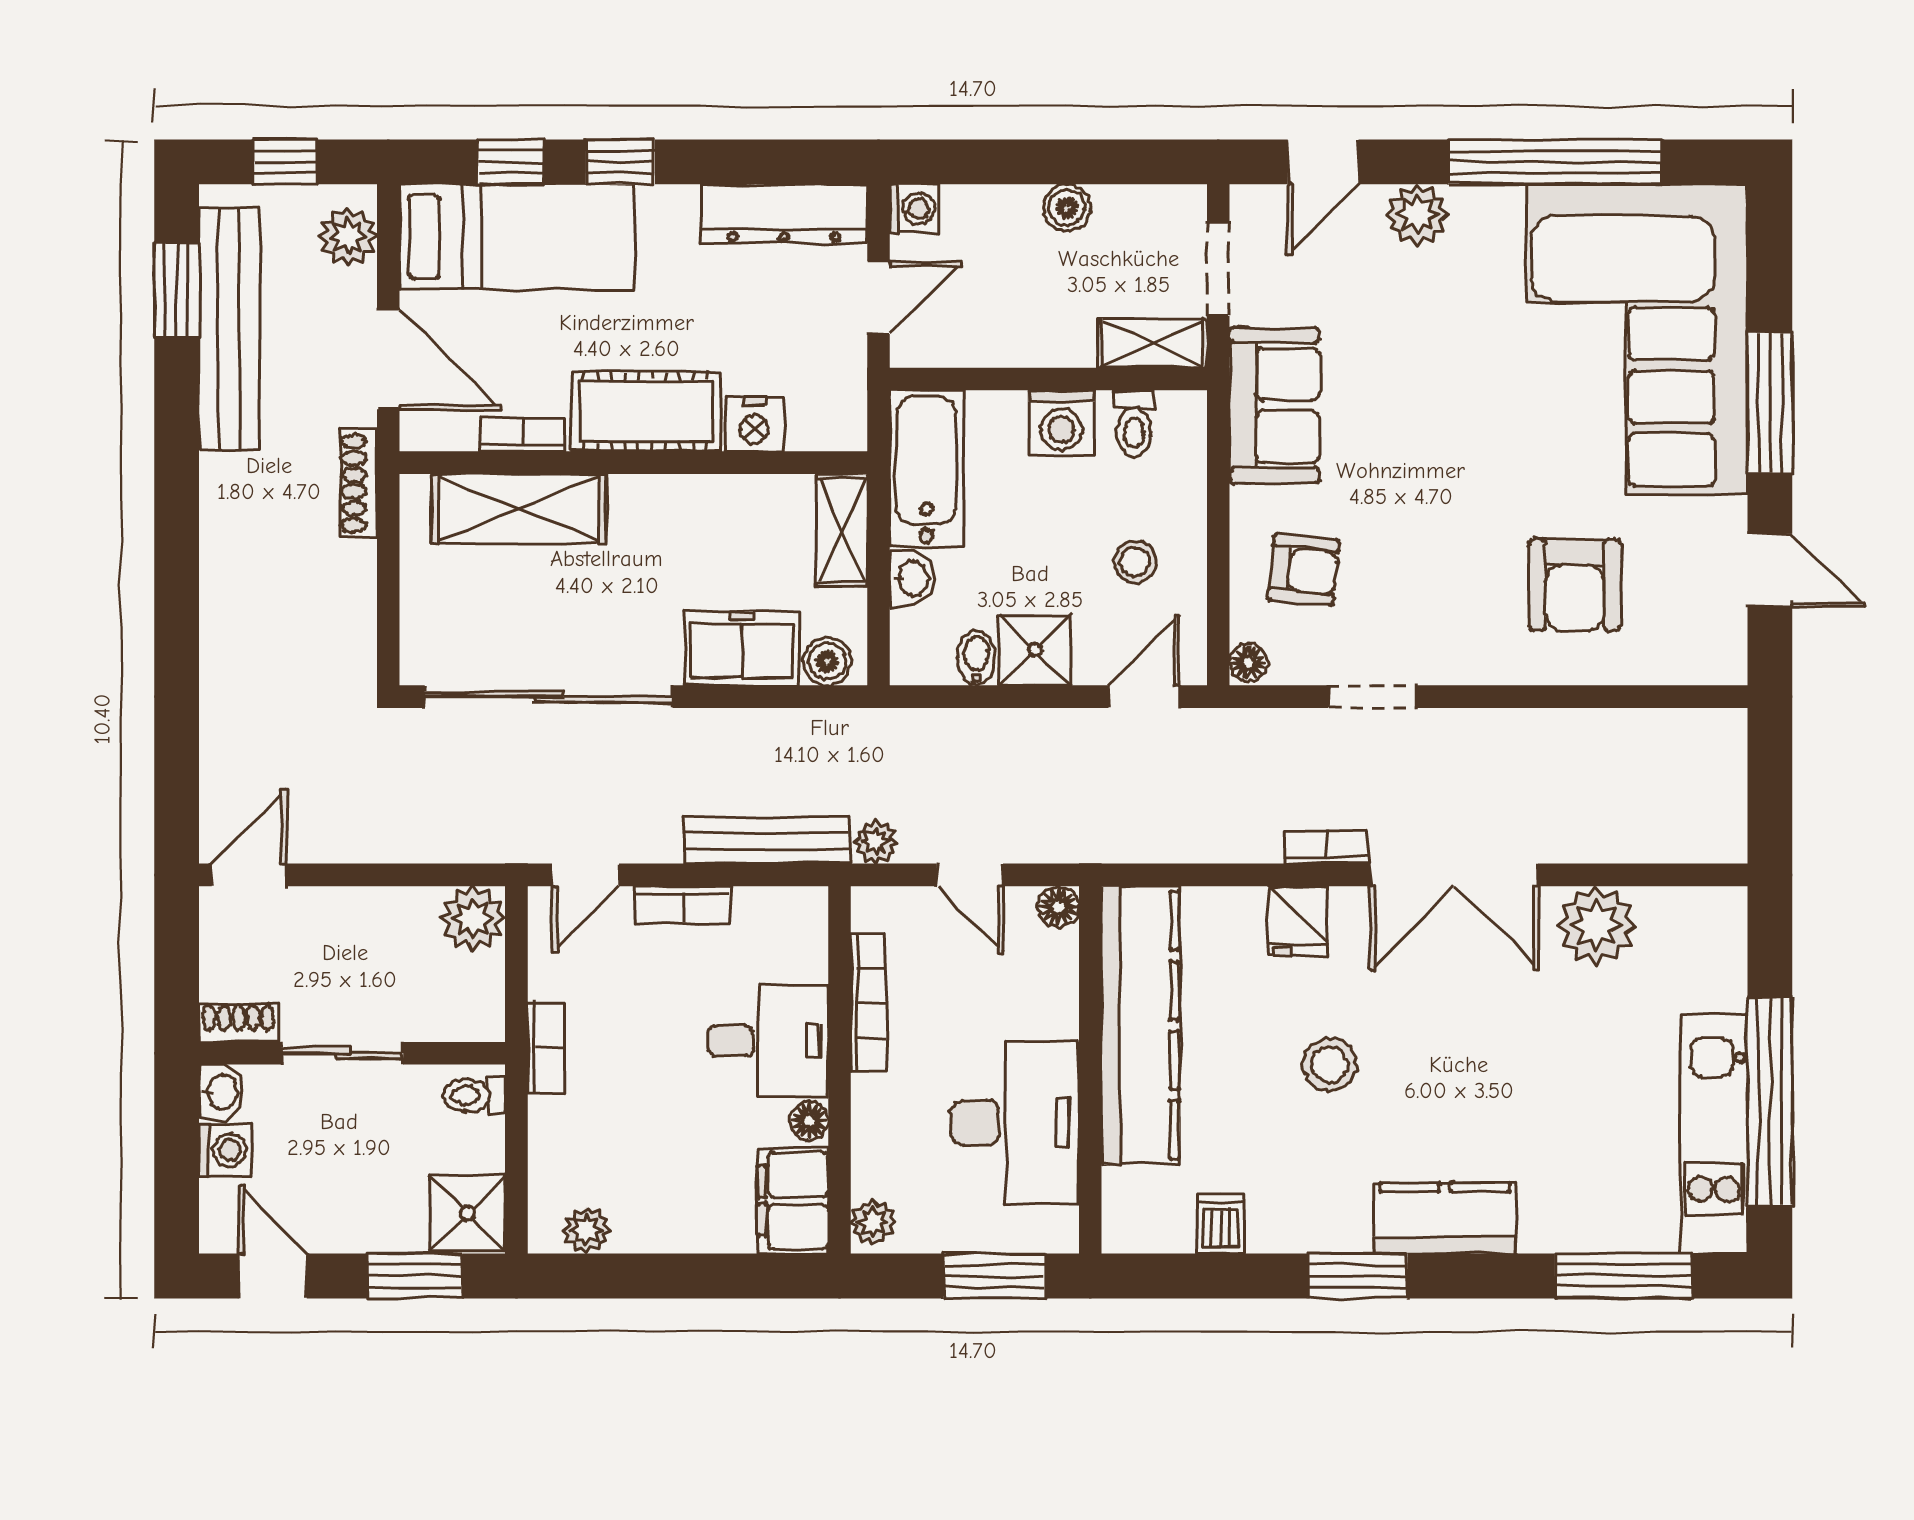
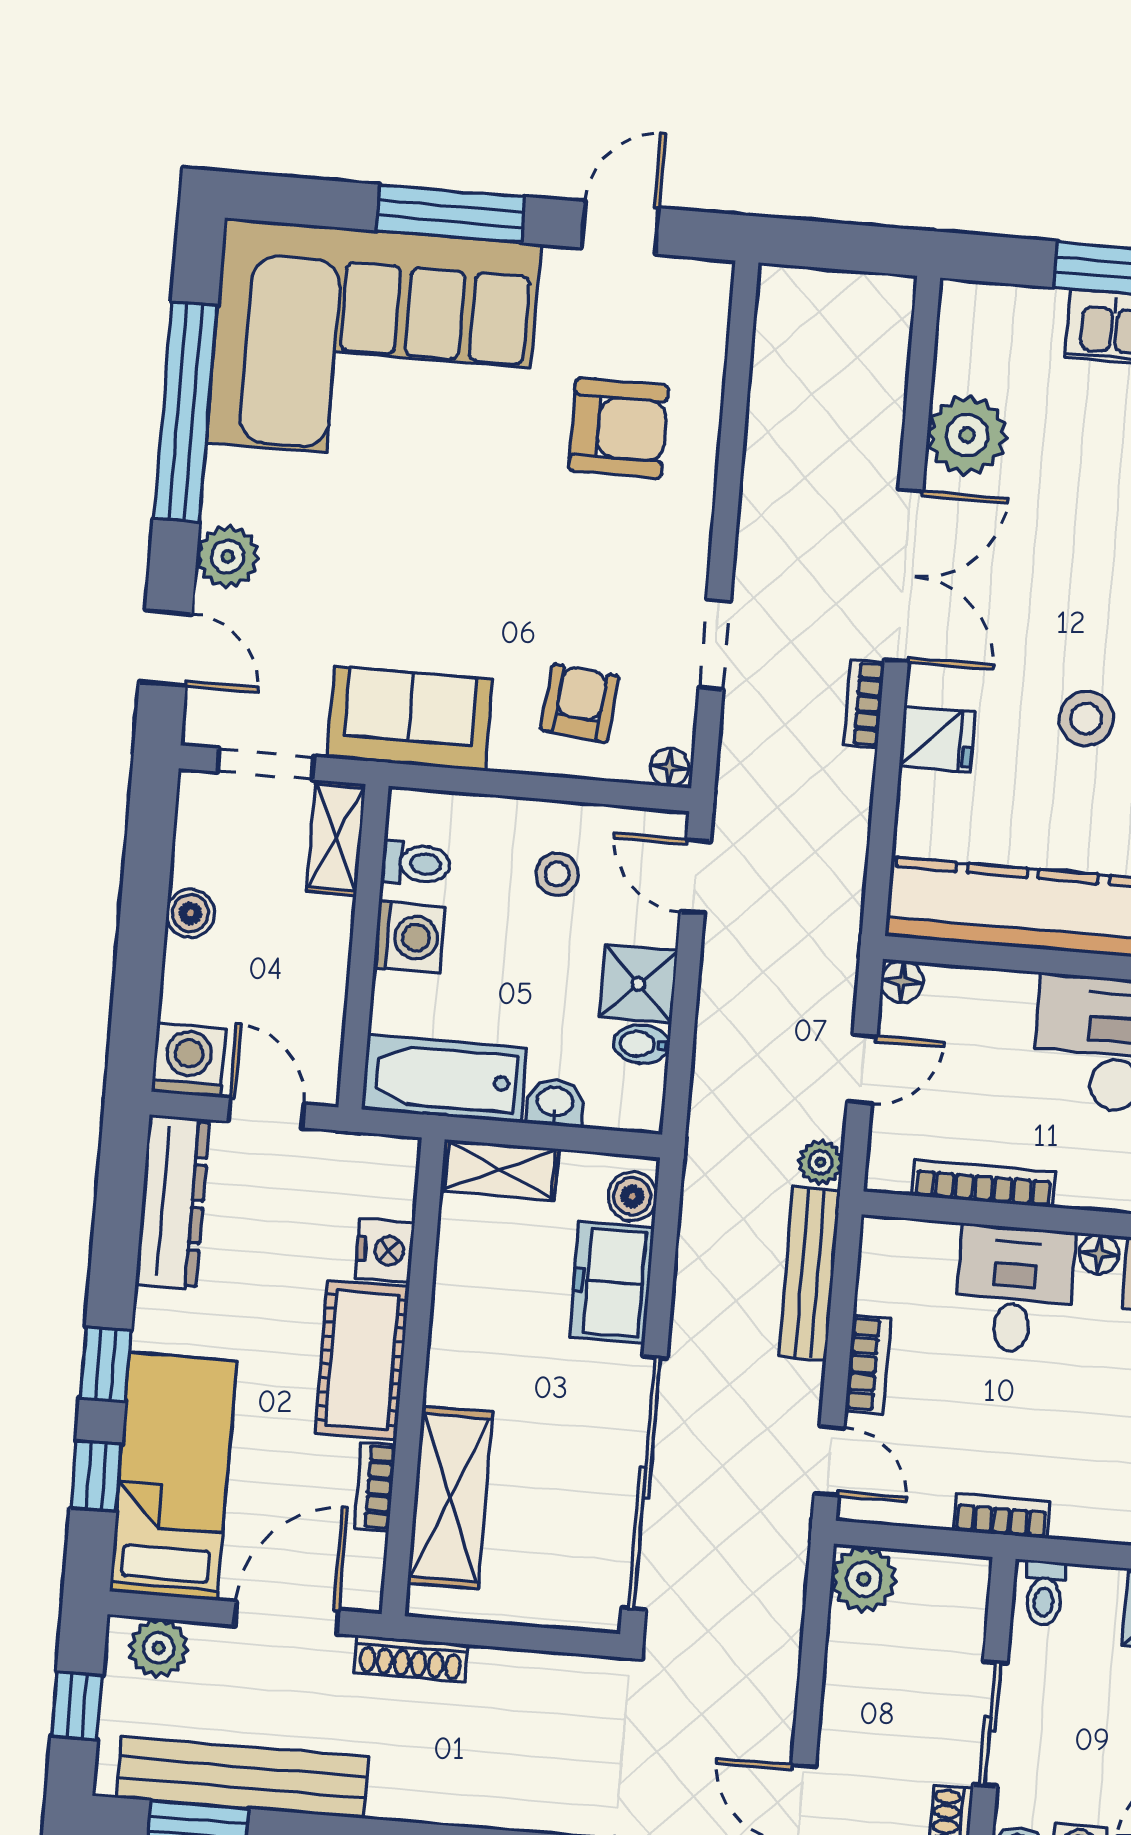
washing machine: (914, 209) -> (189, 1060), width x1.38, depth x1.38

